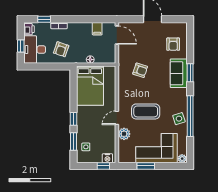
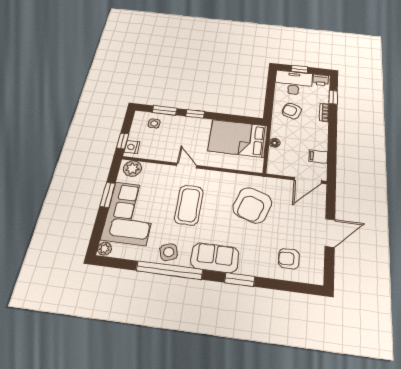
armchair: (140, 70) -> (252, 205), width x1.88, depth x1.88
sofa: (179, 73) -> (215, 258), moved
plant: (124, 134) -> (132, 168), moved

